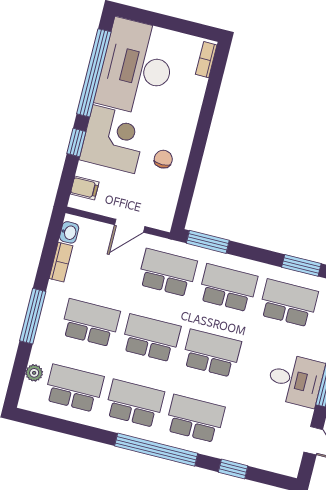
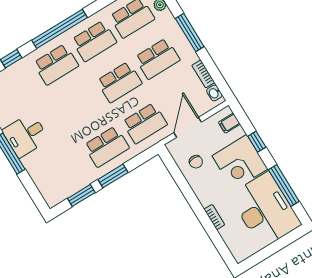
bookcase: (206, 60) -> (214, 217), moved
window: (94, 73) -> (284, 185), width x0.68
chair: (163, 159) -> (196, 162), moved
door: (130, 226) -> (188, 127), width x1.38
window: (208, 242) -> (113, 176), moved
school desk: (288, 303) -> (69, 170), removed
school desk: (212, 353) -> (81, 105), removed

